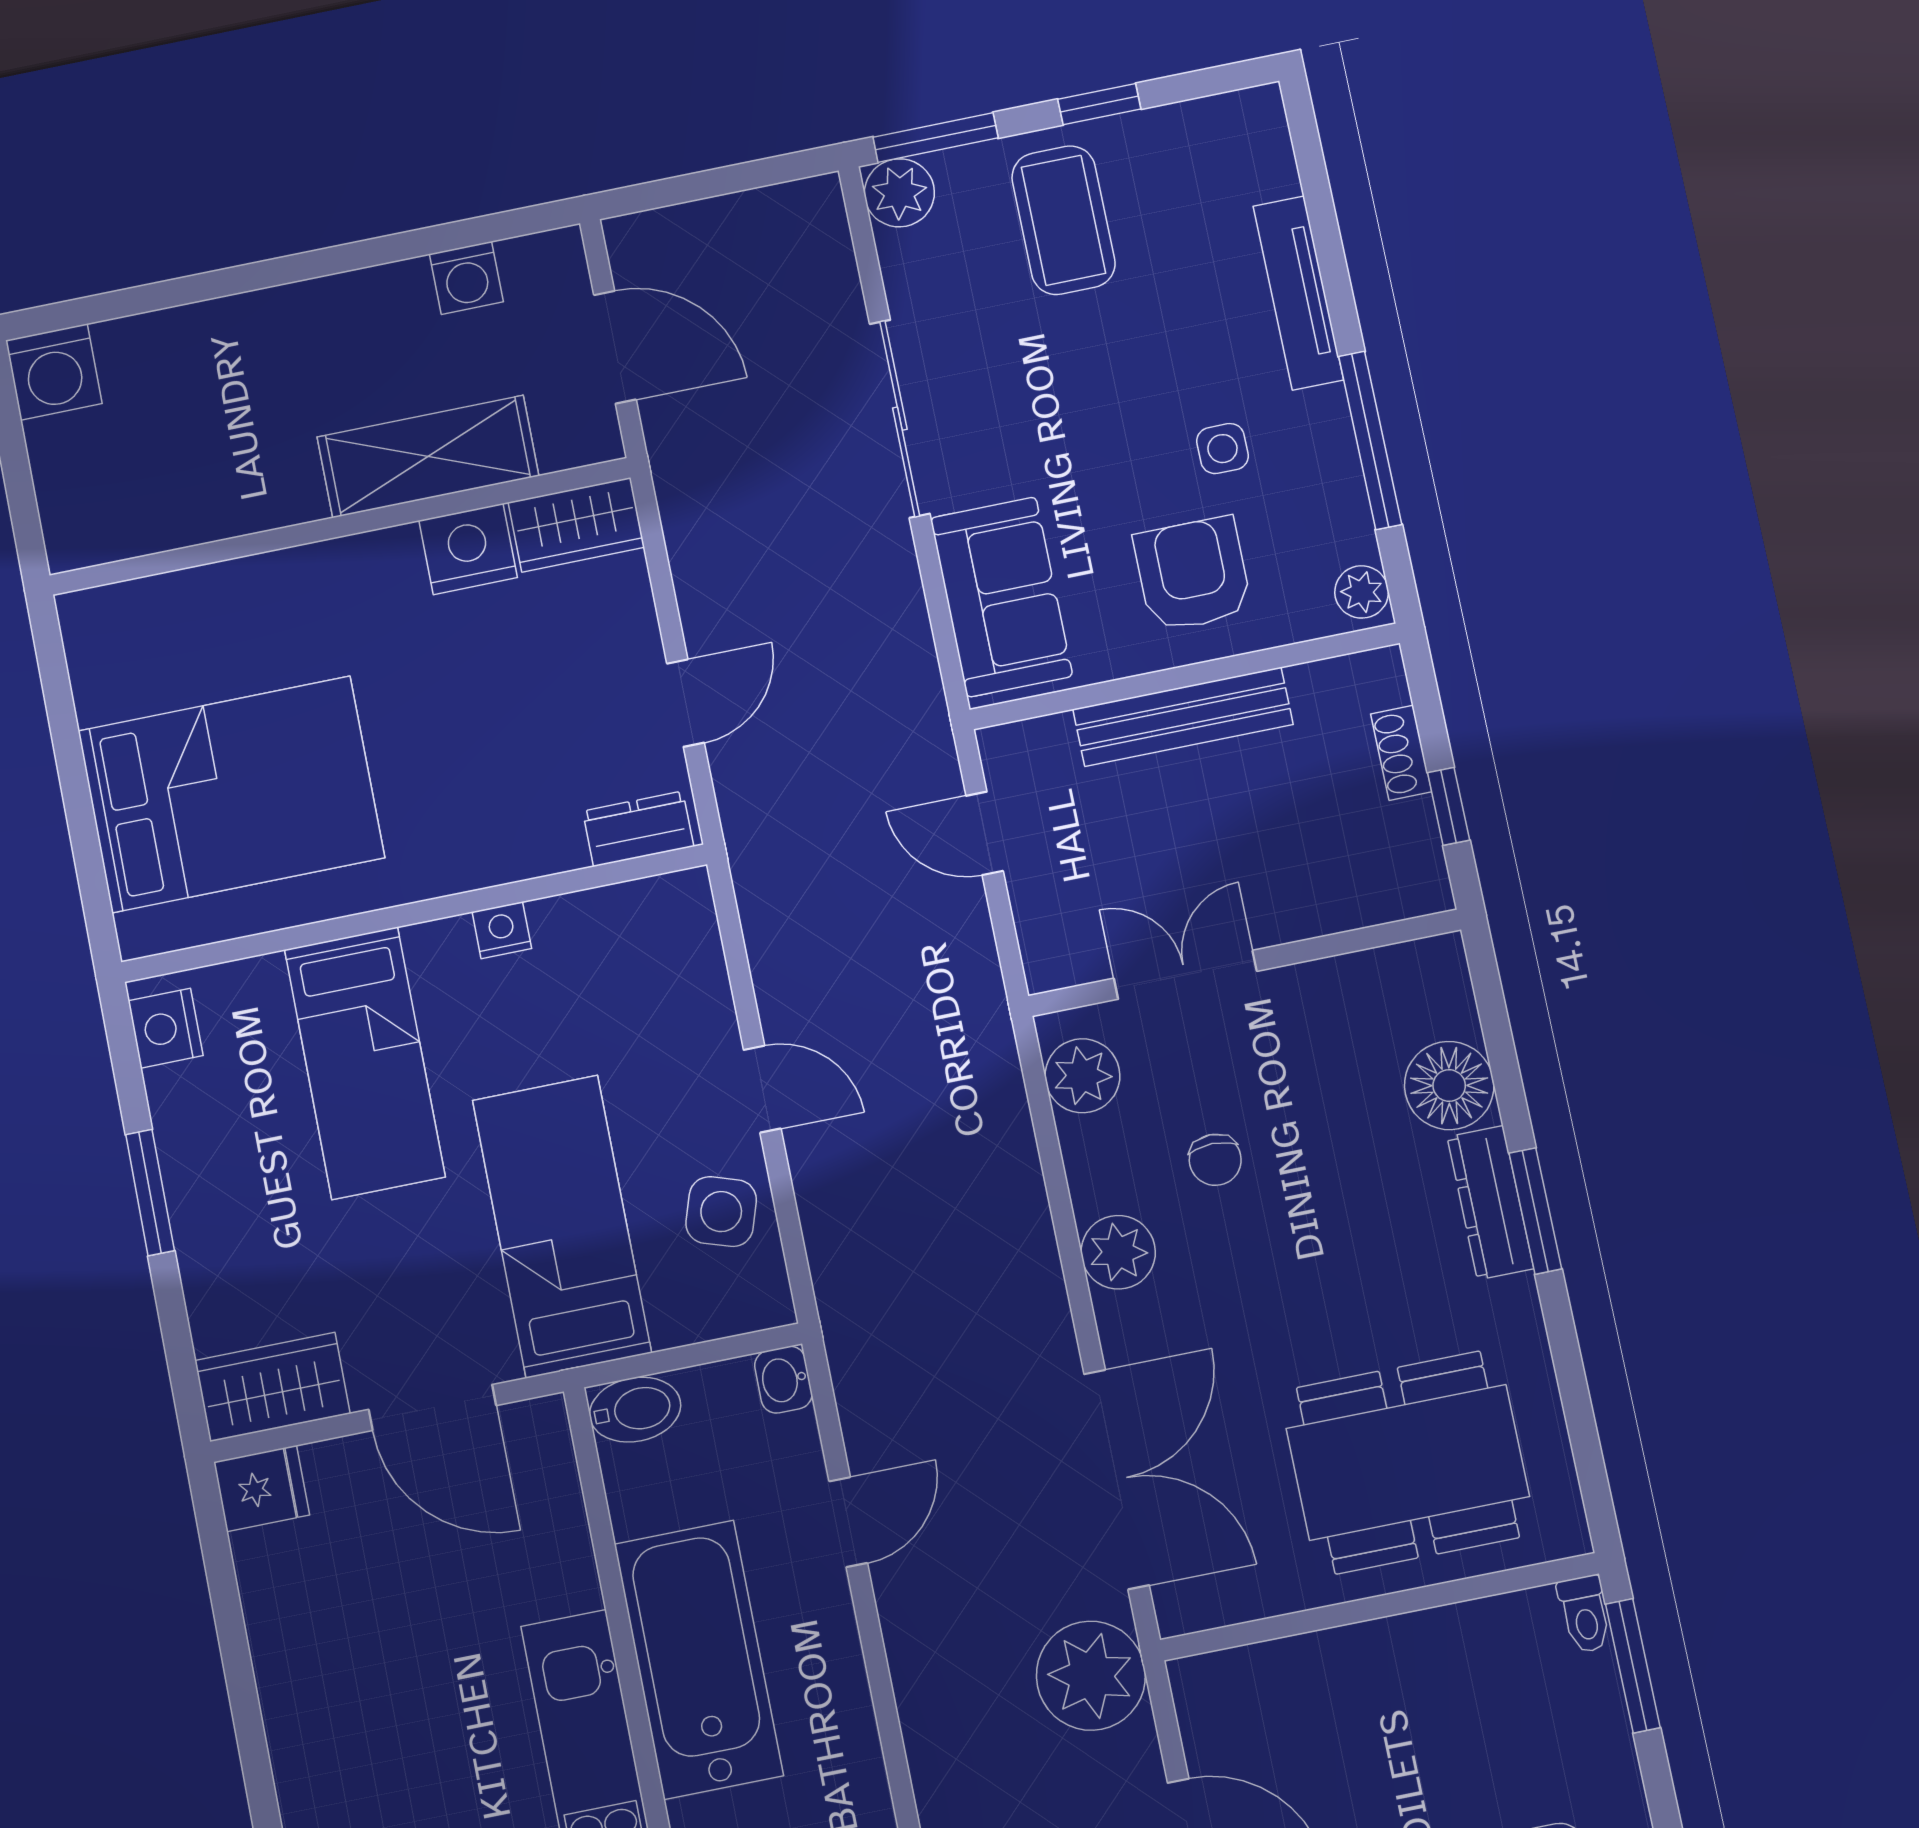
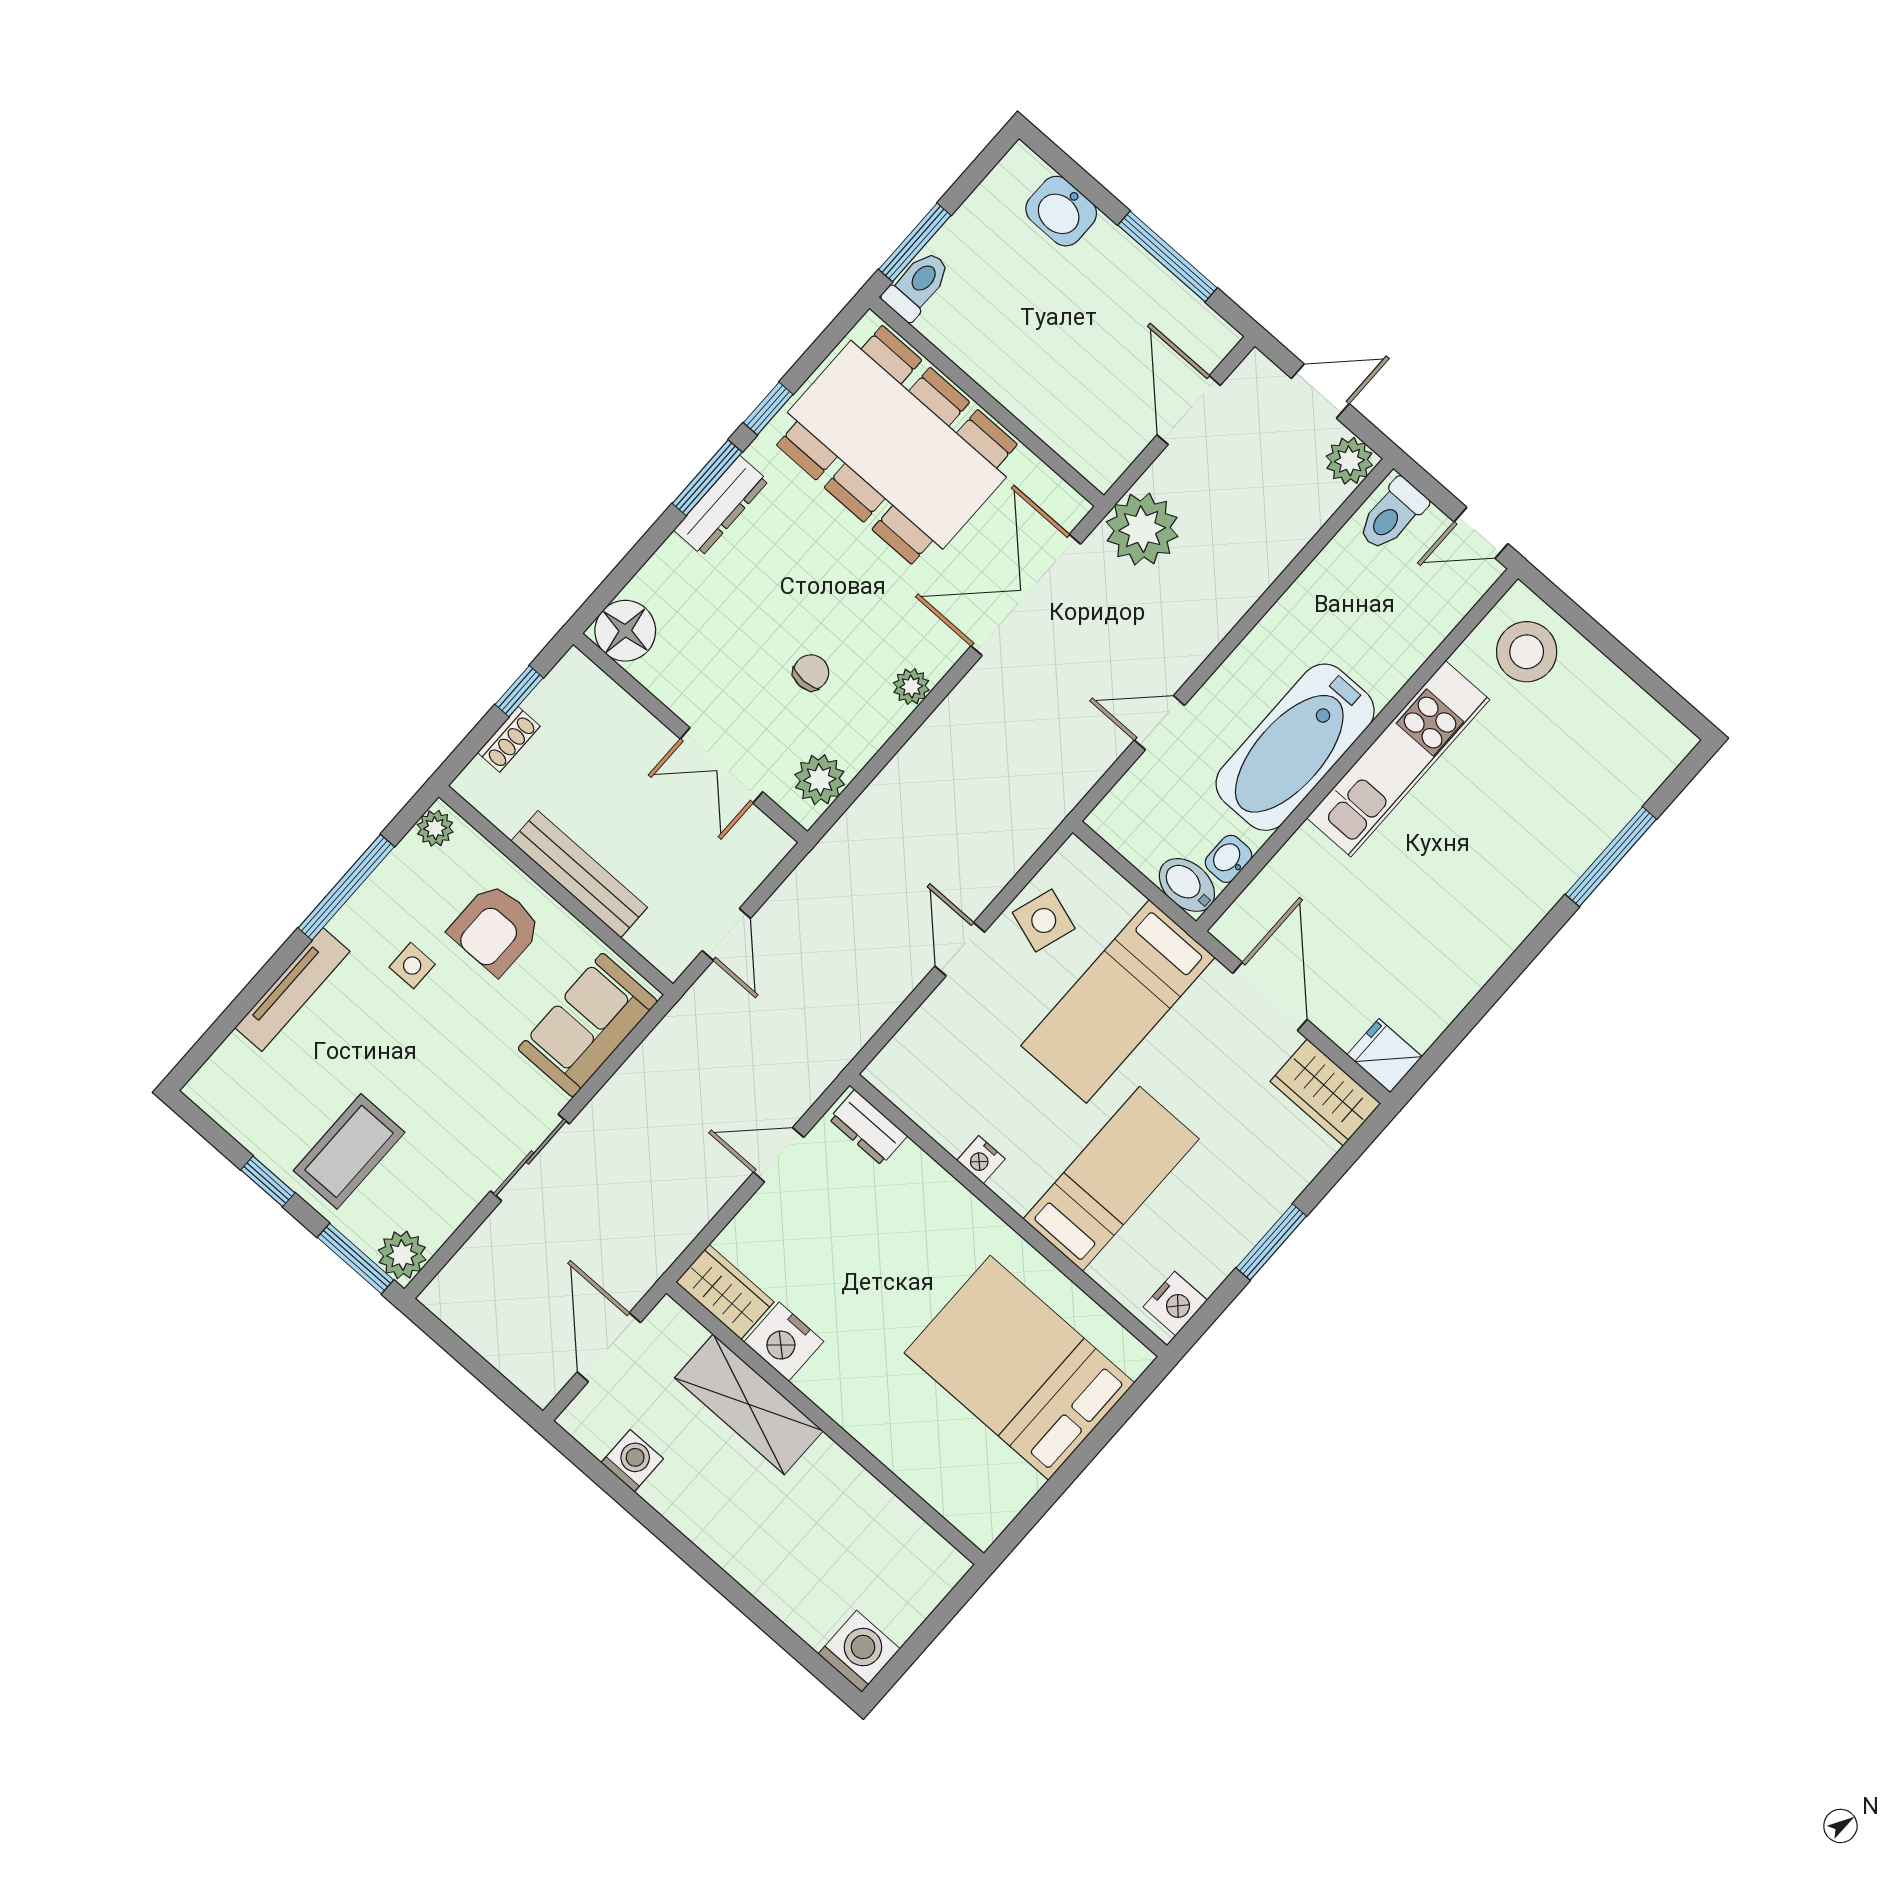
sliding door: (900, 419) -> (530, 1157), width x0.73
floor lamp: (1449, 1086) -> (625, 631), moved
plant: (1118, 1252) -> (911, 687), width x0.73, depth x0.73
window: (1564, 1344) -> (768, 409), added
washbasin: (783, 1380) -> (1229, 859), moved, turned 180
dining table: (1408, 1462) -> (897, 445), width x1.36, depth x1.24
toilet: (1585, 1614) -> (917, 285), width x1.37, depth x1.39

